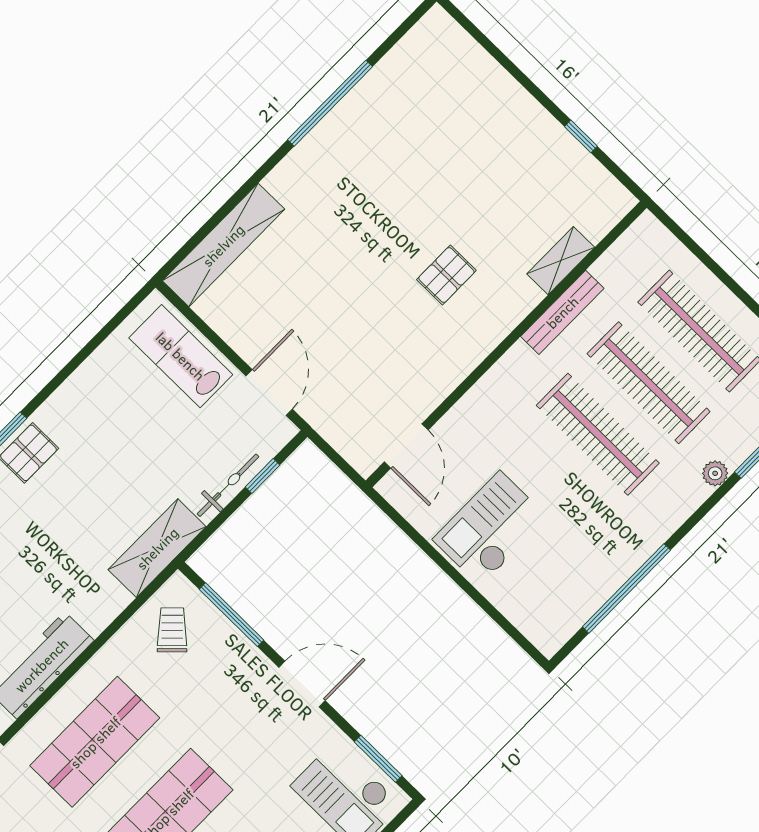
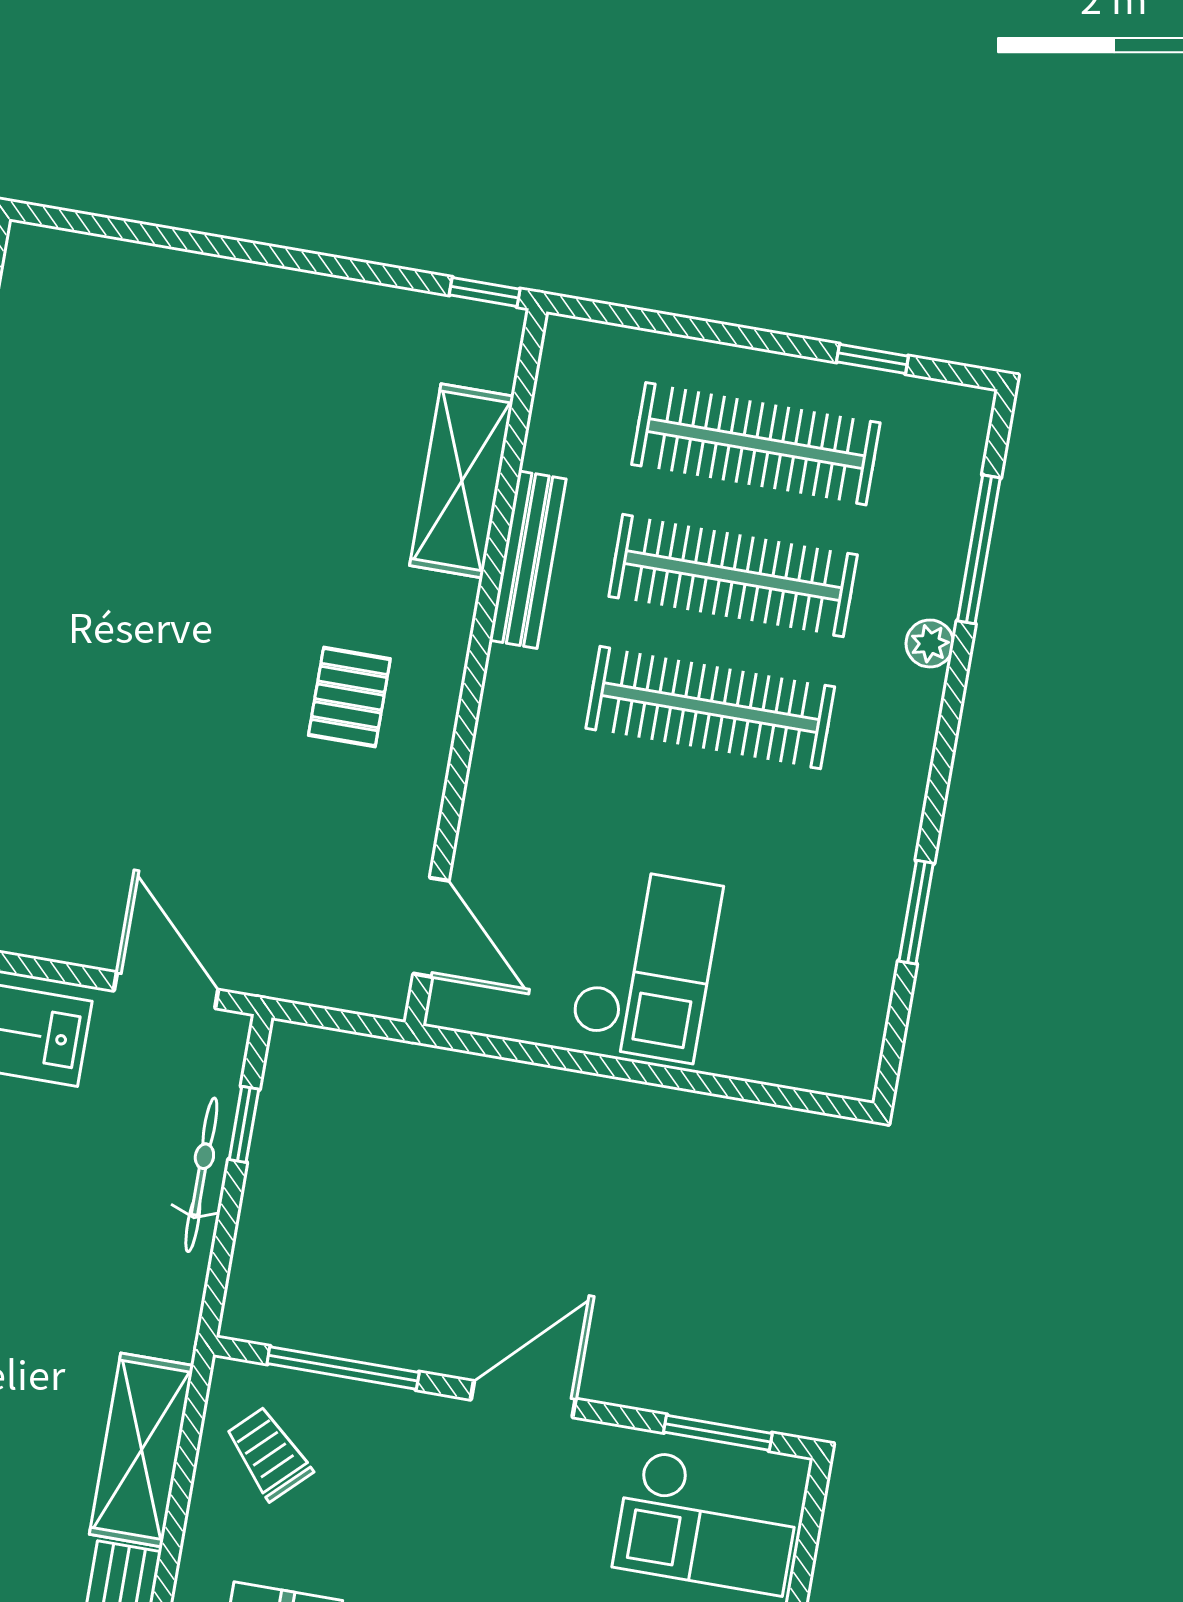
window: (581, 136) -> (485, 292), moved
shelving: (561, 261) -> (462, 481), width x1.50, depth x1.33
pallet: (446, 275) -> (349, 697), moved
checkout: (490, 529) -> (646, 964), turned 180
shelving: (157, 548) -> (141, 1450), moved
window: (626, 588) -> (916, 912), width x0.47

